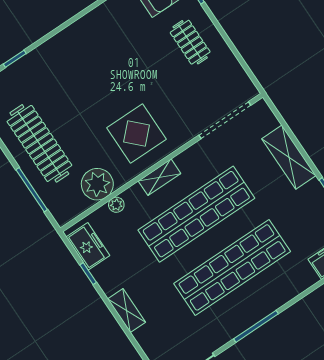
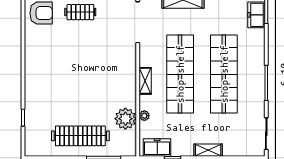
display table: (137, 133) -> (112, 77), removed

